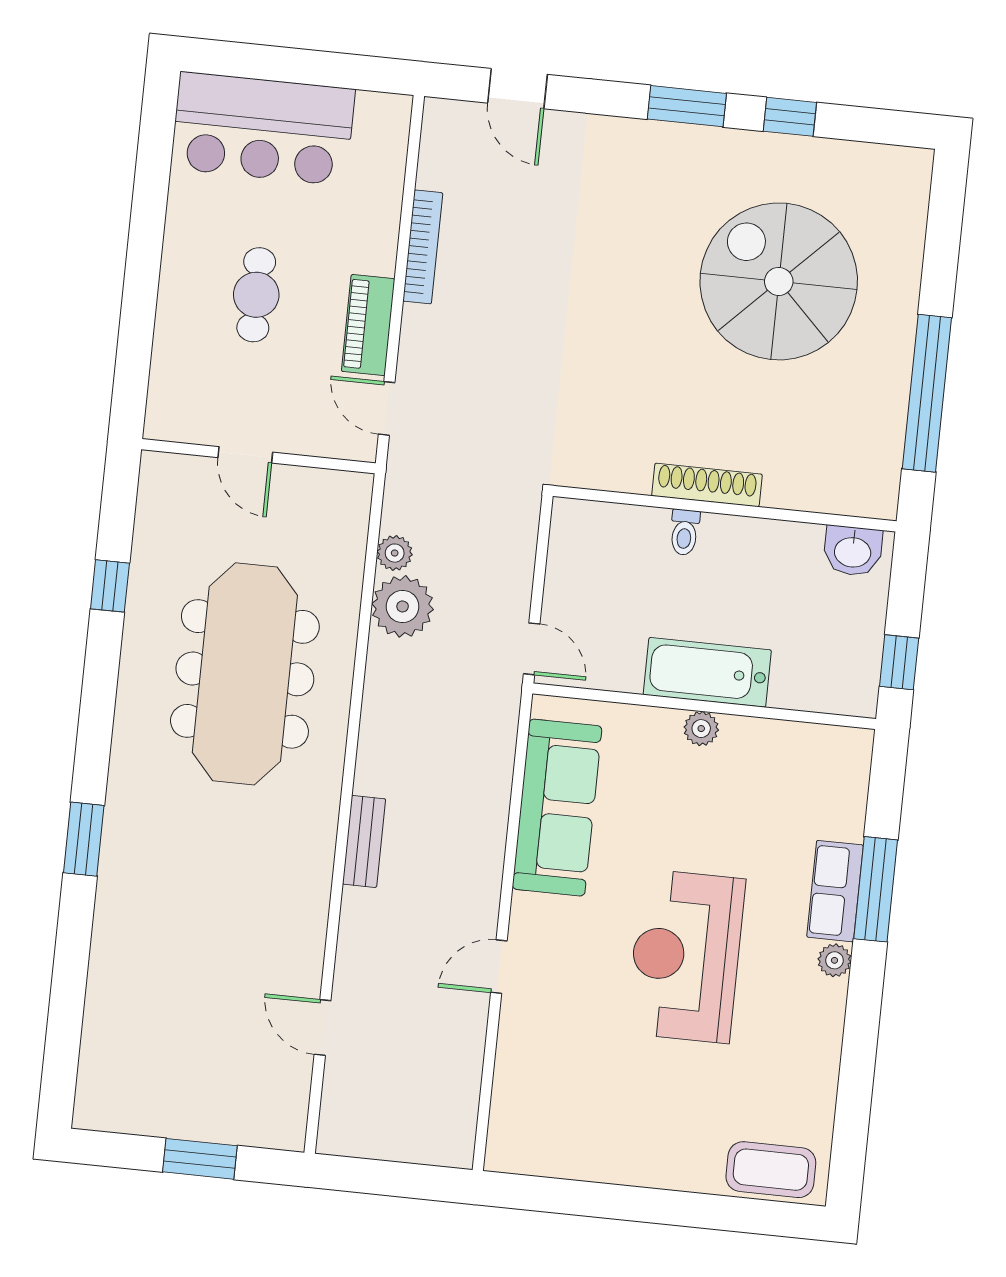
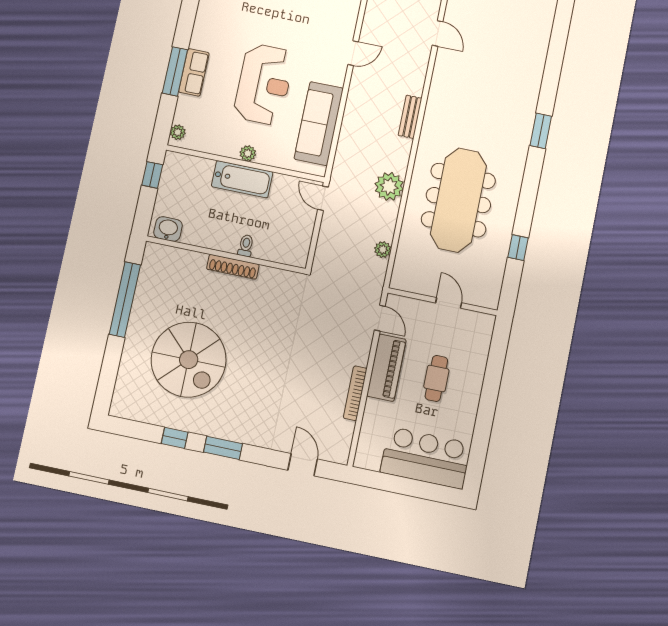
piano: (368, 325) -> (386, 368), width x1.37, depth x1.33
plant: (403, 606) -> (389, 186), moved
reception desk: (686, 956) -> (264, 84), moved
plant: (834, 960) -> (178, 132), moved

